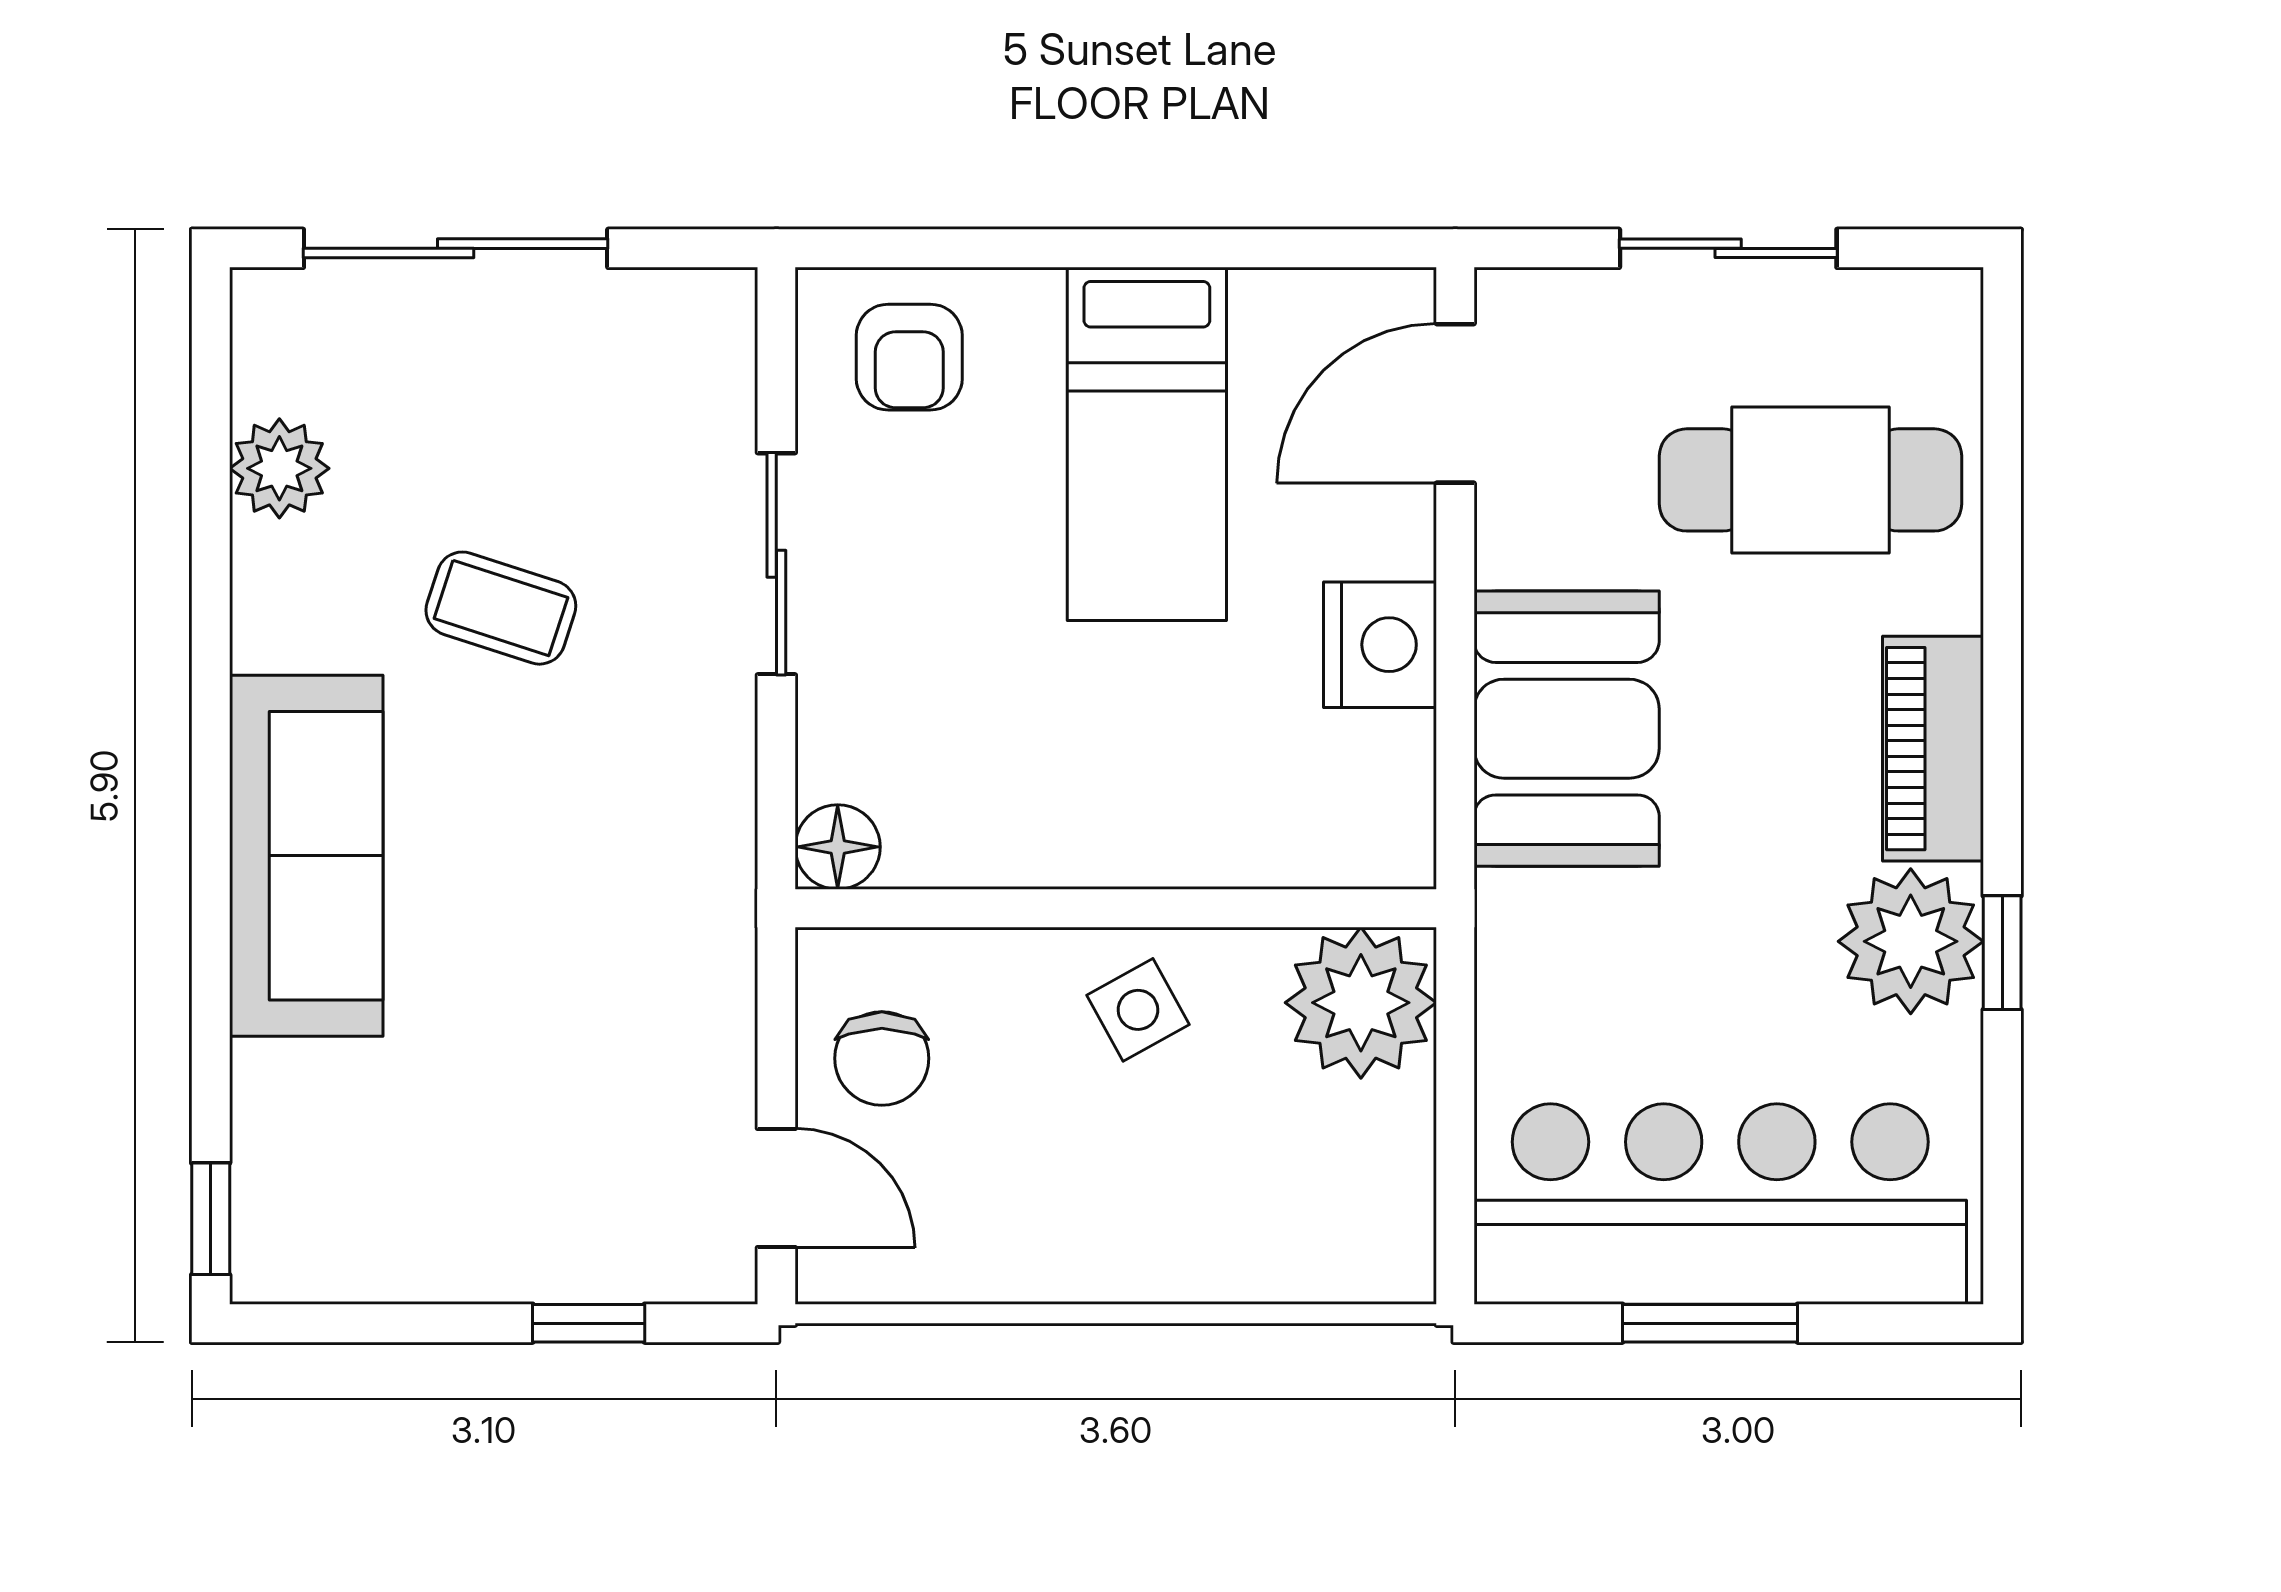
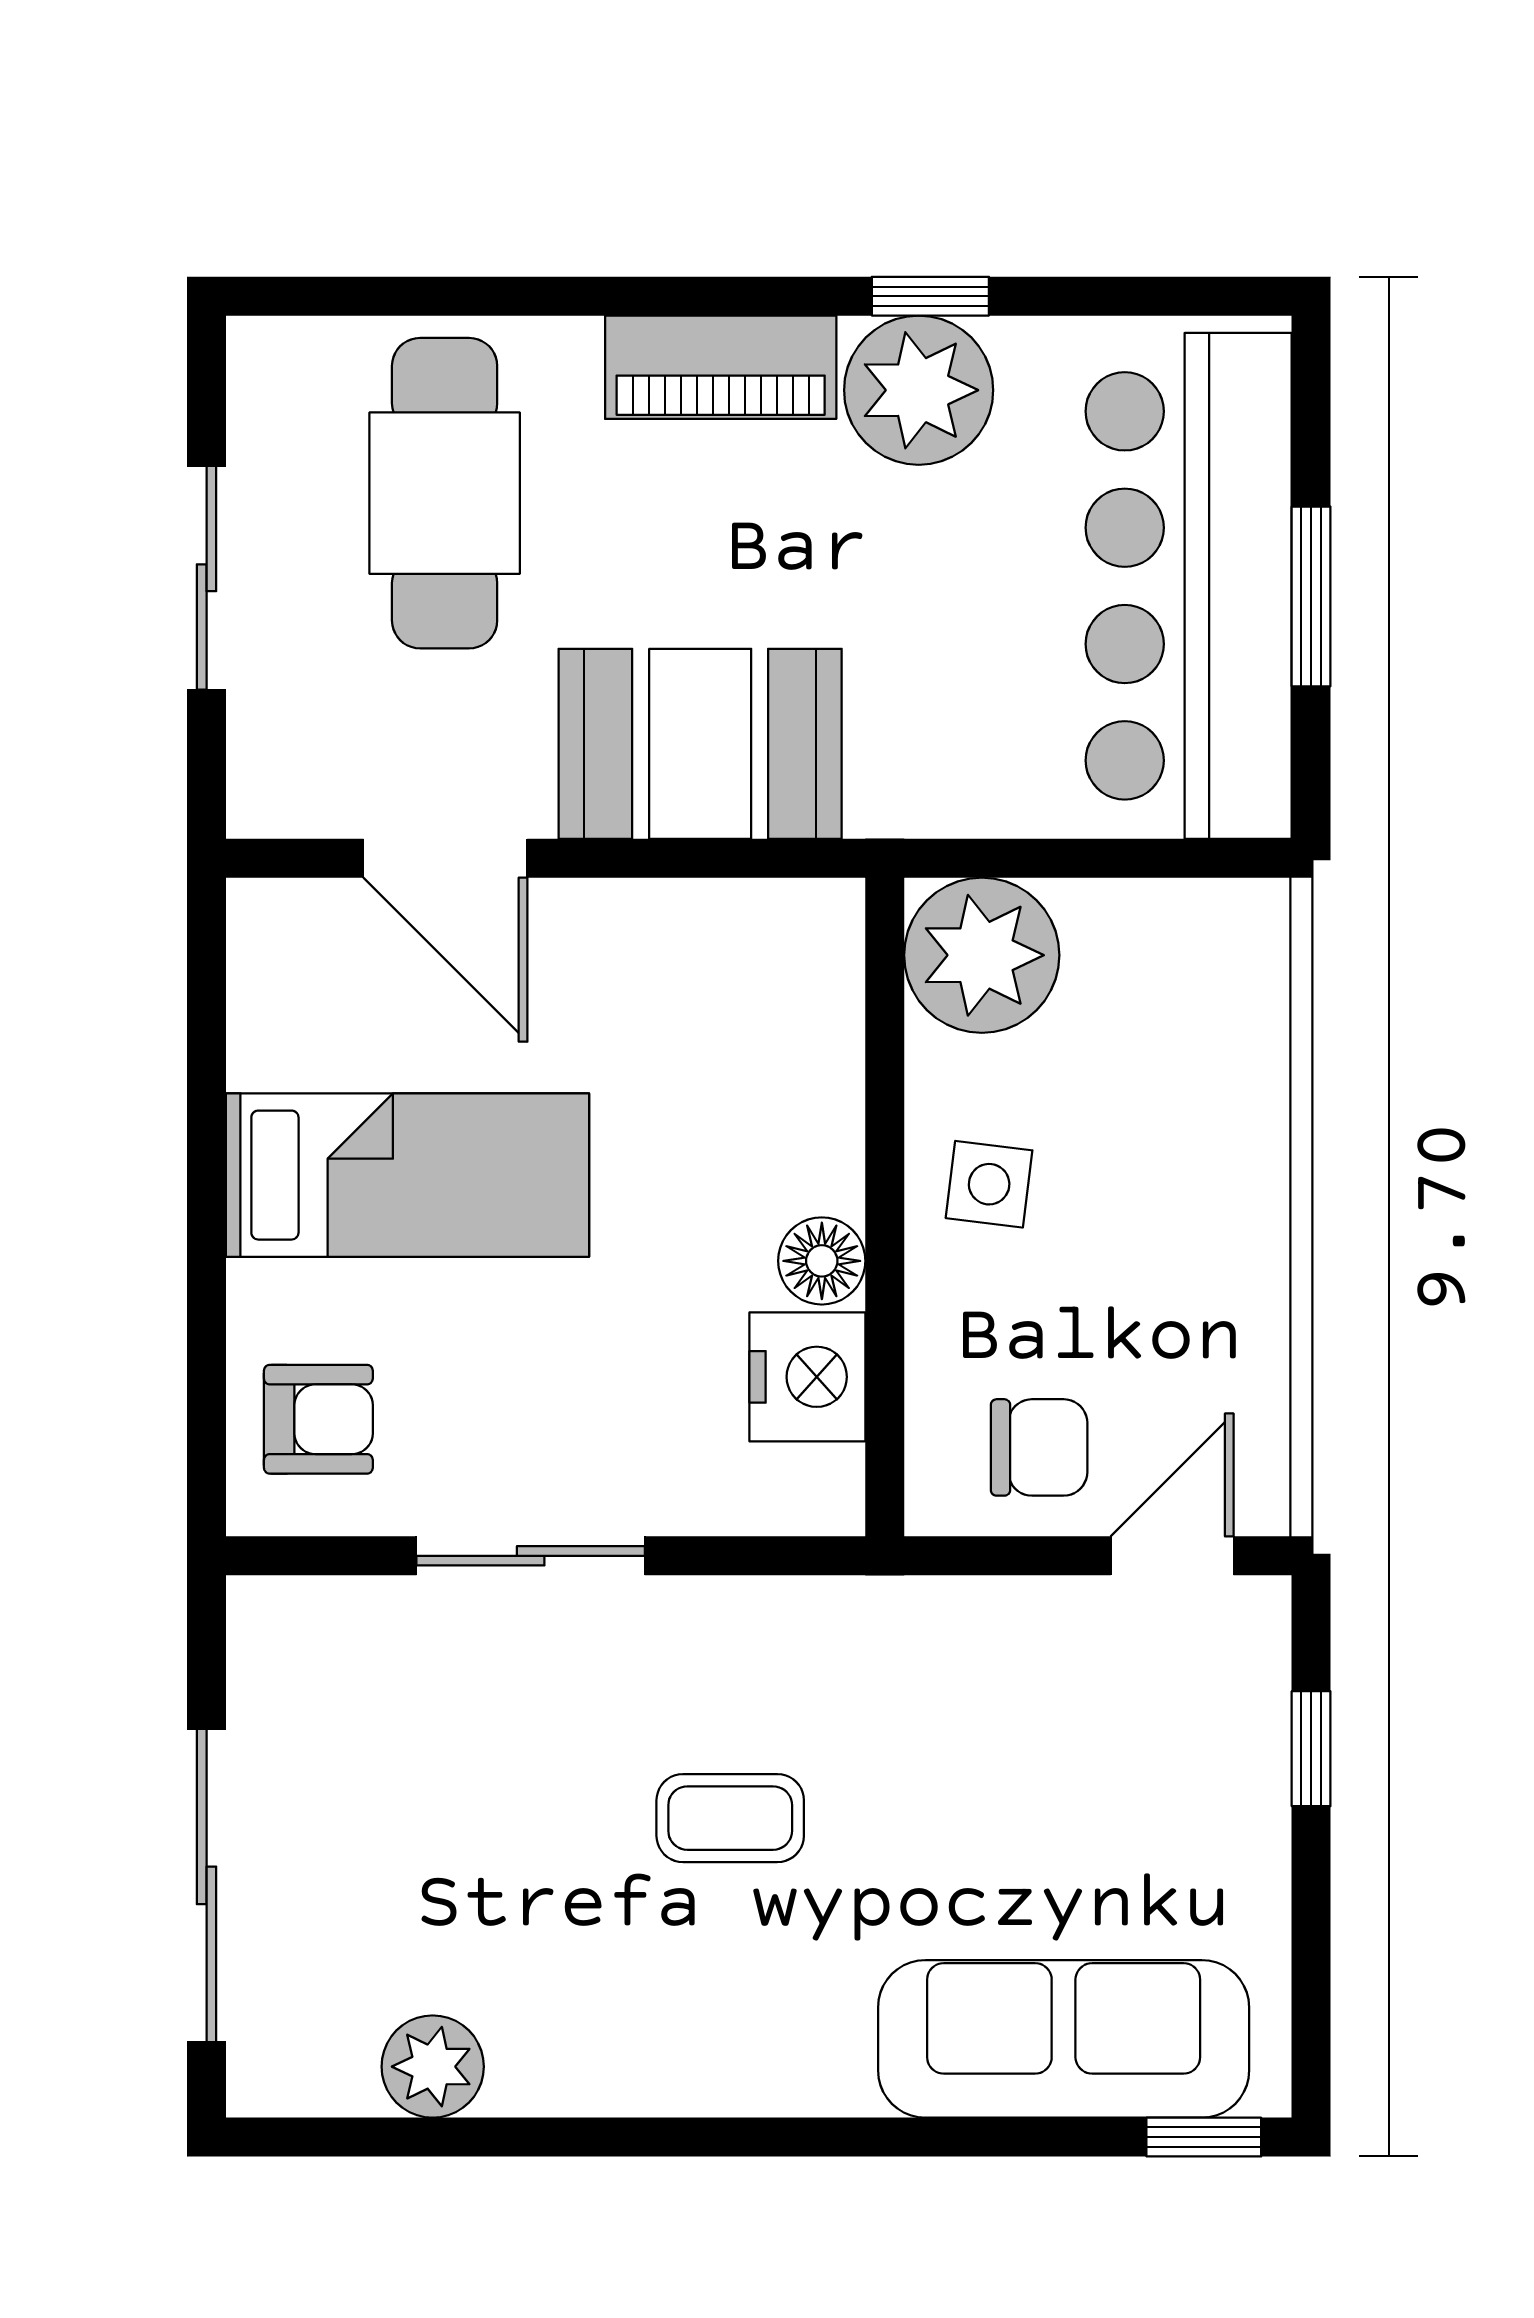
door: (1455, 403) -> (445, 858), moved
coffee table: (501, 608) -> (730, 1818), moved, turned 72
nightstand: (1380, 645) -> (807, 1377), moved, turned 90
floor lamp: (838, 847) -> (822, 1261), moved
sofa: (306, 856) -> (1064, 2039), moved
side table: (1138, 1010) -> (989, 1184), turned 36

